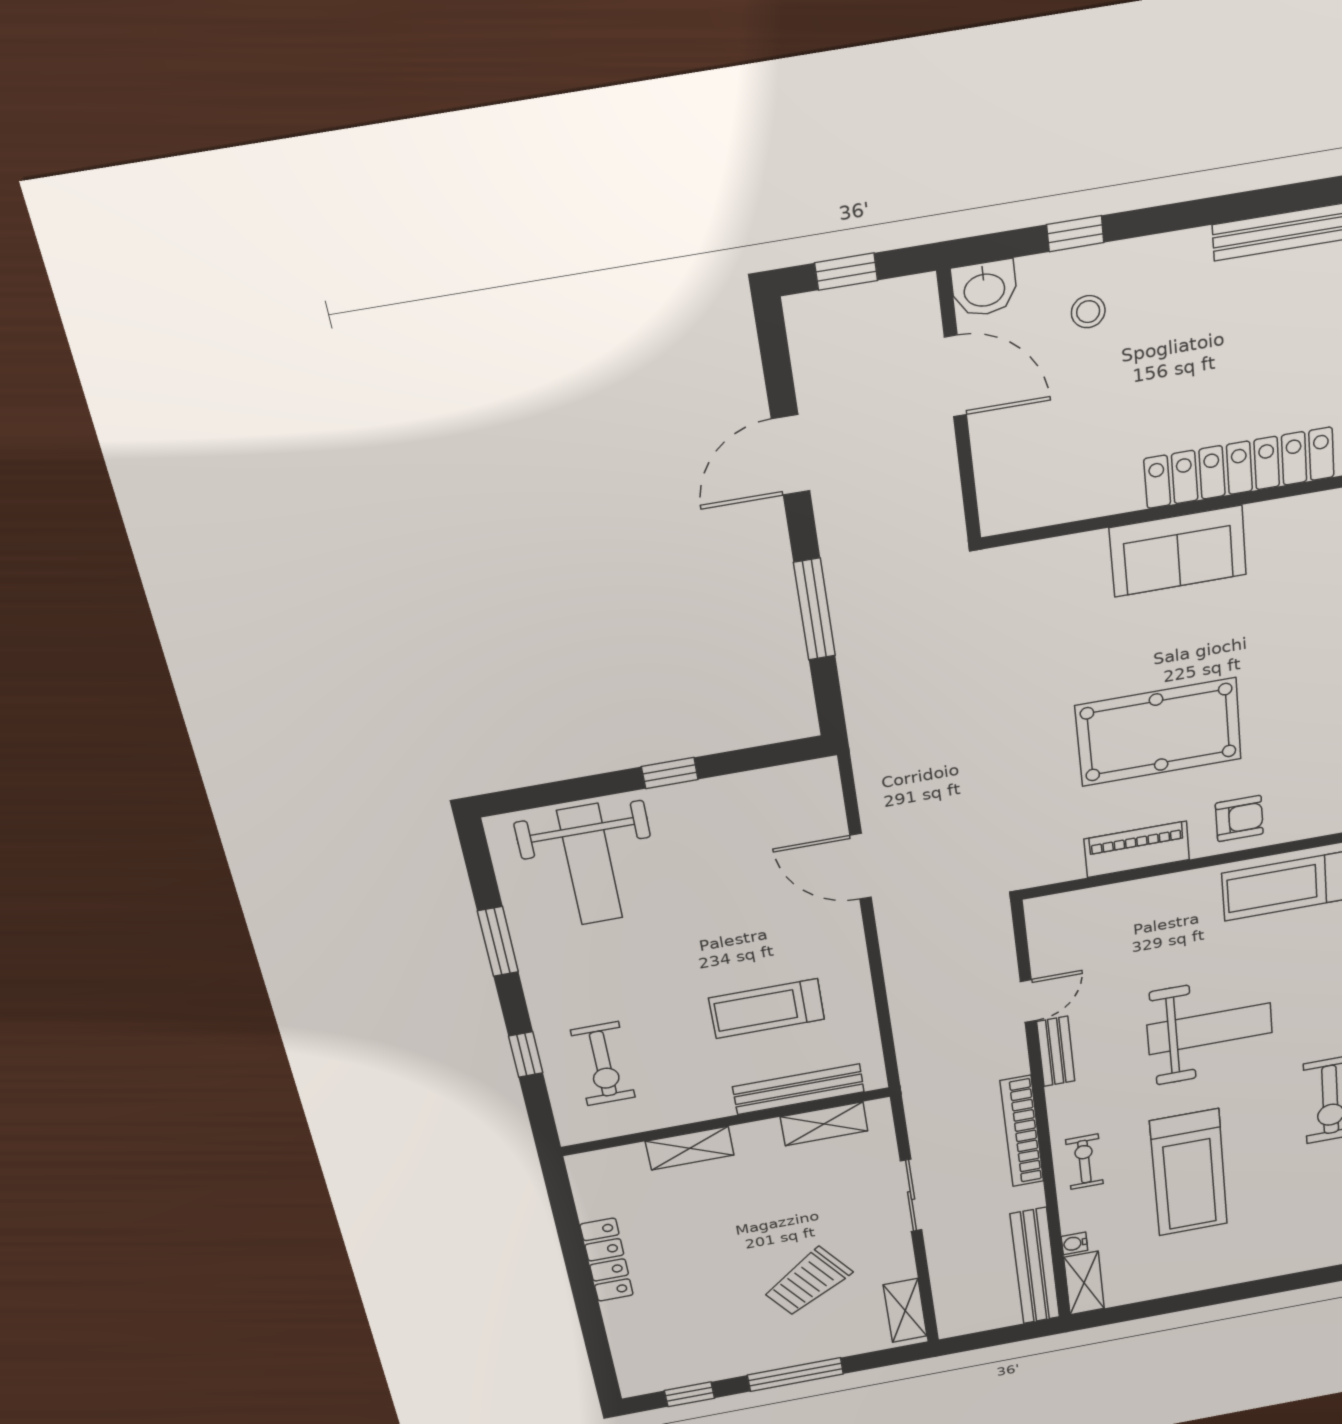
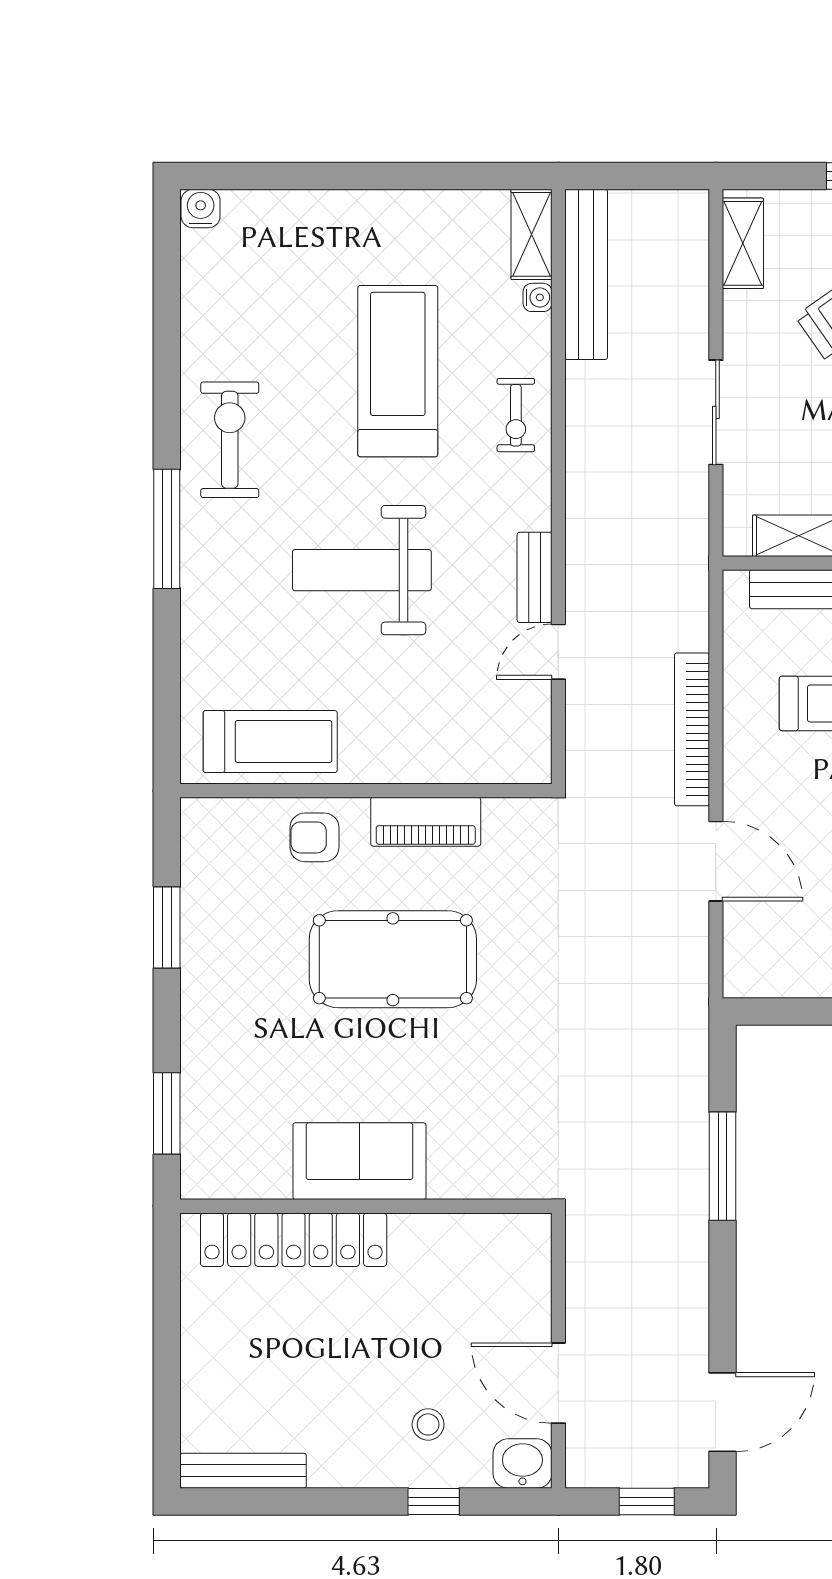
door: (791, 455) -> (722, 1412), moved
bookcase: (1022, 1131) -> (692, 729), moved, turned 180

